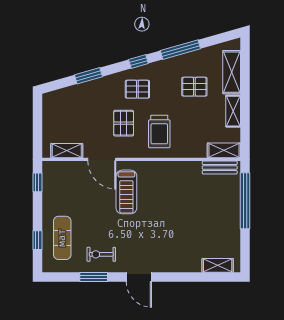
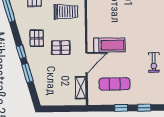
window: (138, 62) -> (21, 52), moved
trolley: (159, 131) -> (66, 12), moved
window: (37, 182) -> (121, 108), moved
exercise mat: (62, 238) -> (114, 84), moved

